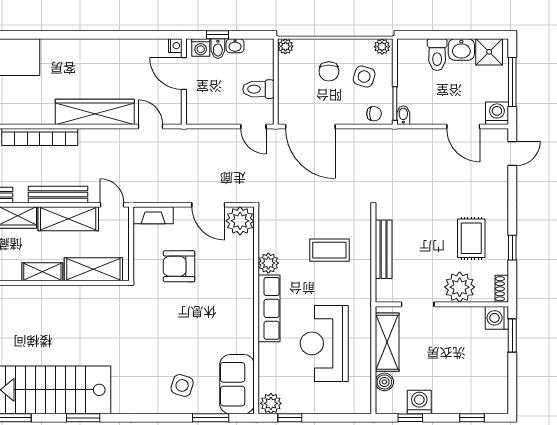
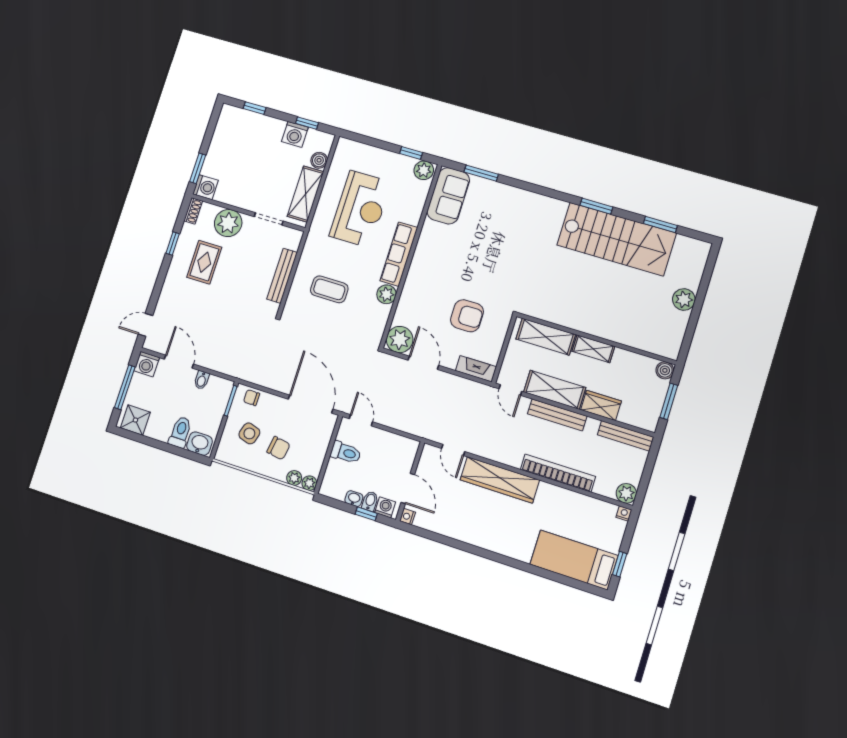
plant: (382, 47) -> (294, 478), moved
washbasin: (461, 50) -> (200, 444), moved
chair: (329, 71) -> (278, 448), turned 99
bidet: (403, 115) -> (202, 380), moved
side table: (182, 385) -> (498, 209), removed

